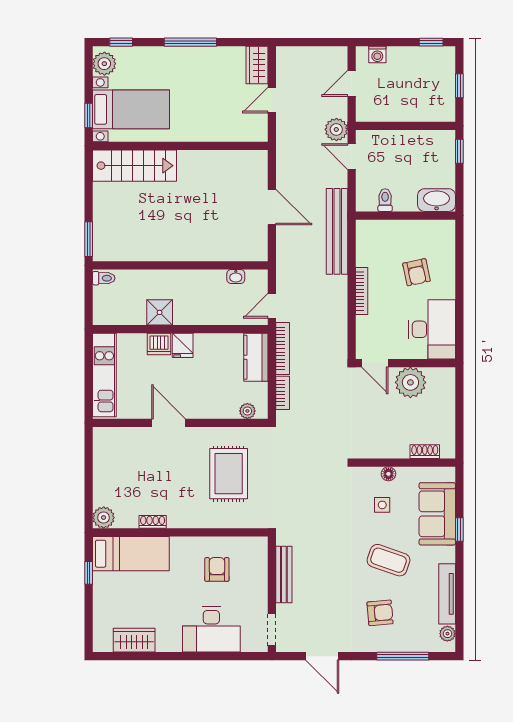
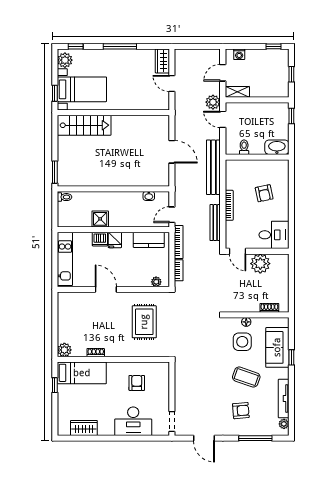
door: (272, 100) -> (172, 83), hinge flipped
shelving: (375, 113) -> (237, 92), added
desk: (432, 329) -> (274, 235), width x0.73
kitchen counter: (256, 357) -> (149, 240), moved, turned -90
side table: (382, 505) -> (242, 342), width x1.87, depth x1.87
bench: (284, 575) -> (215, 223), moved

